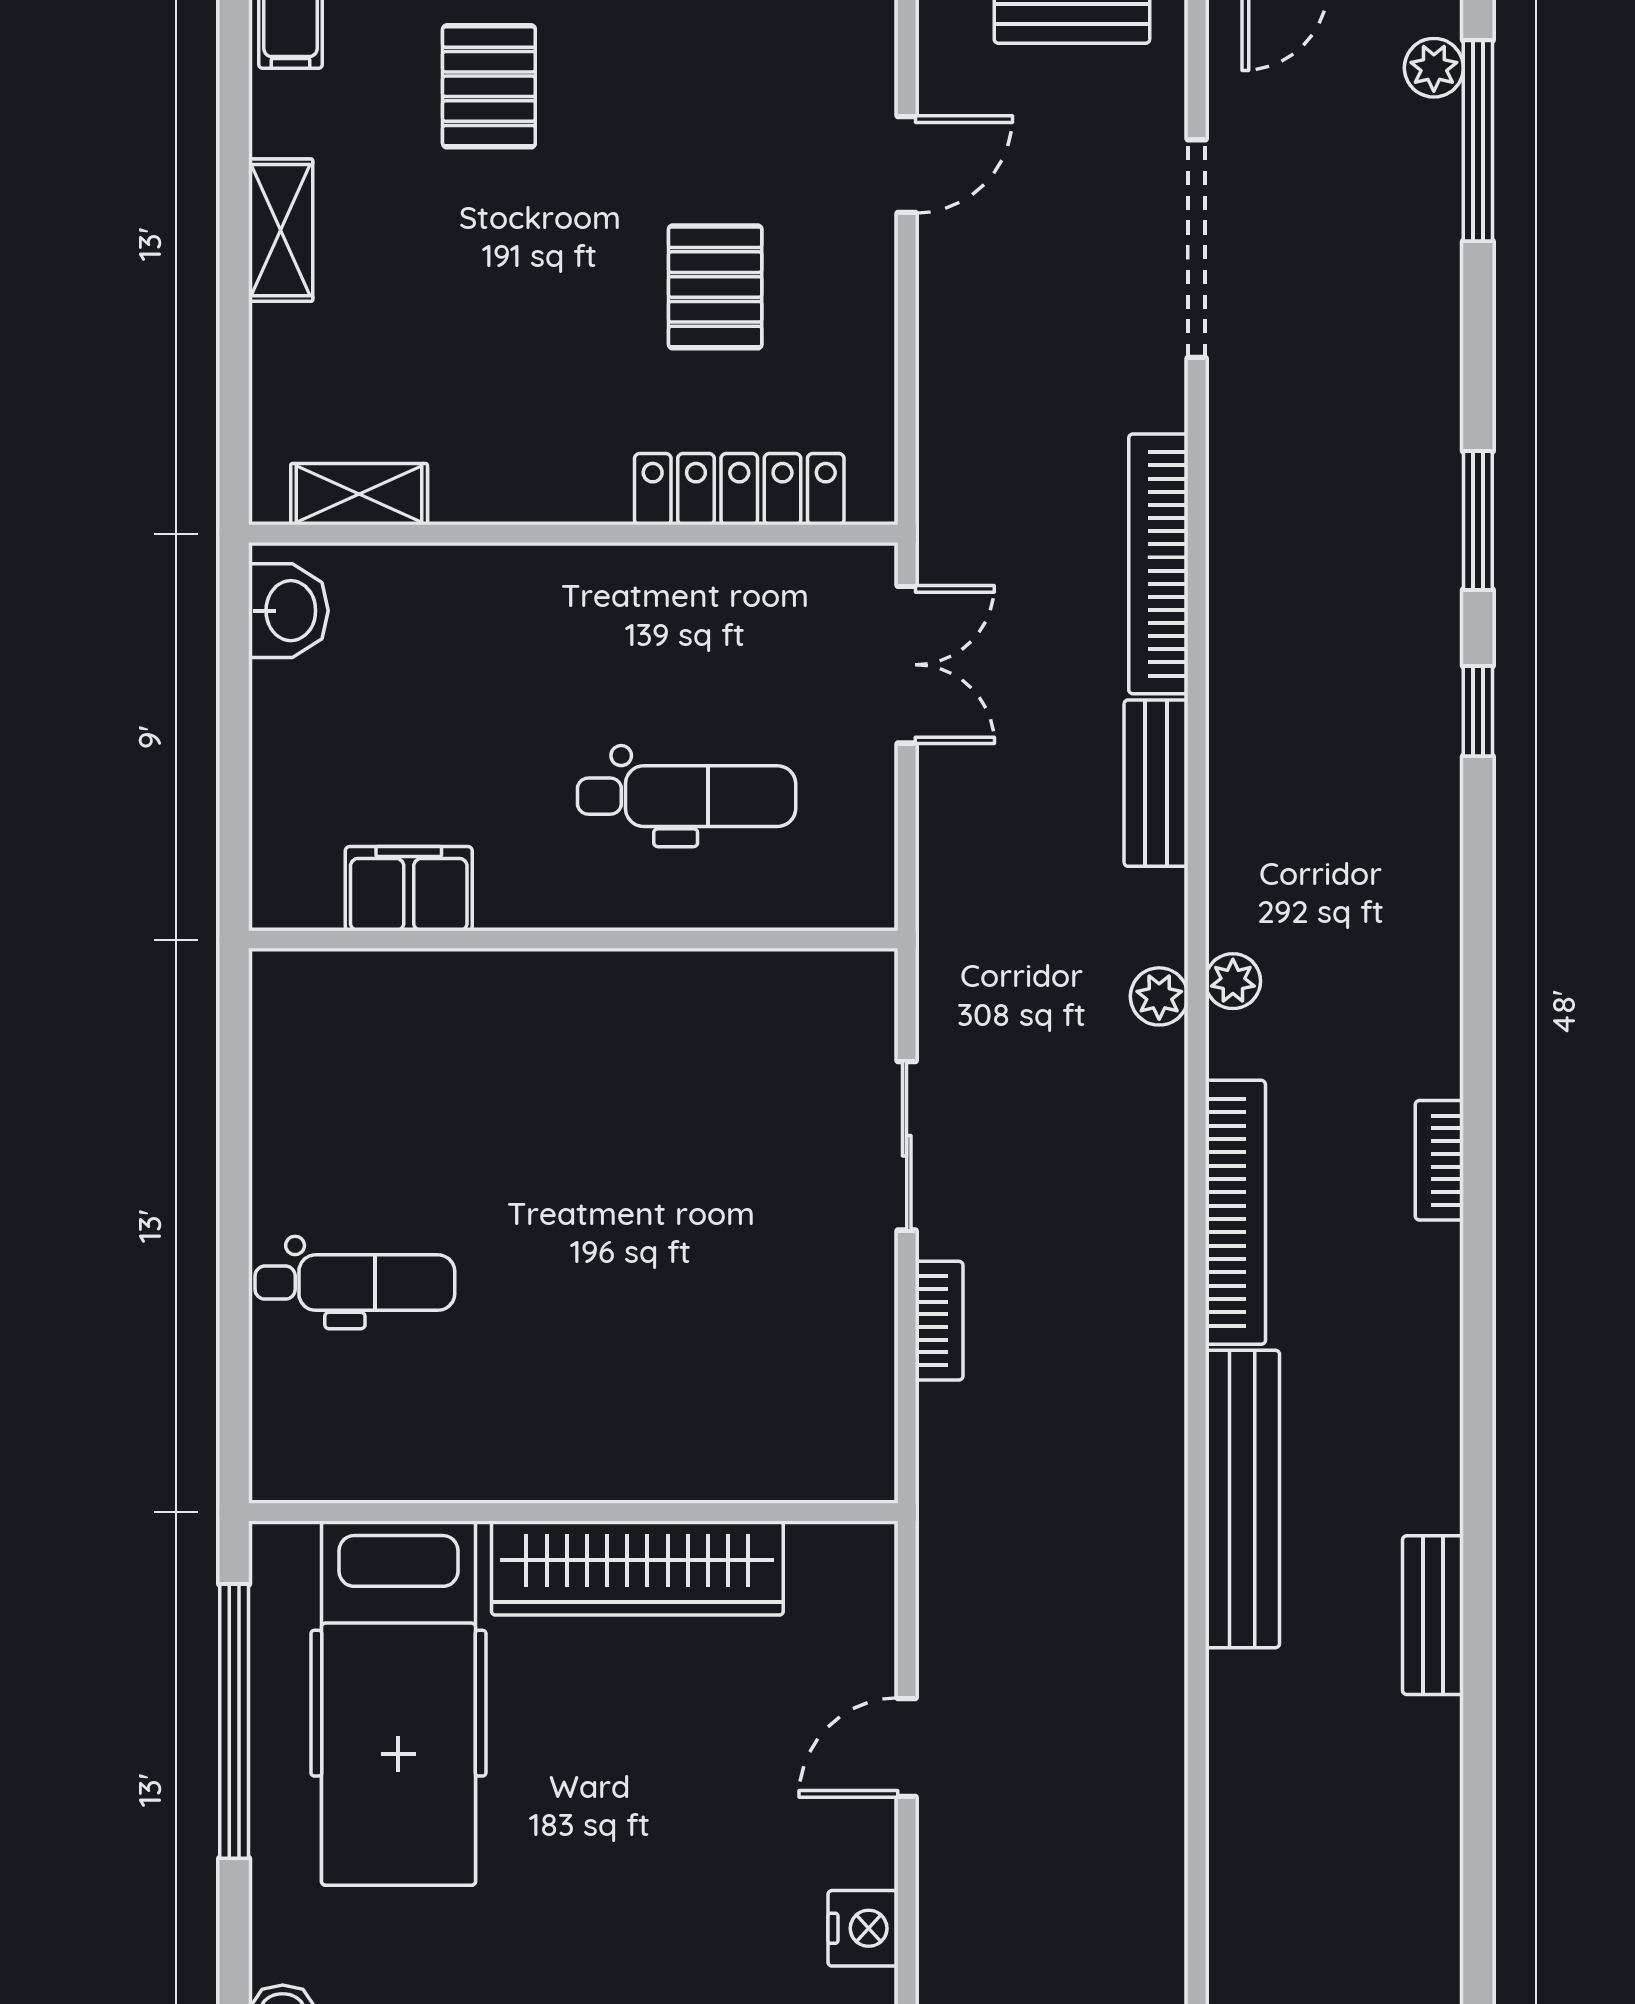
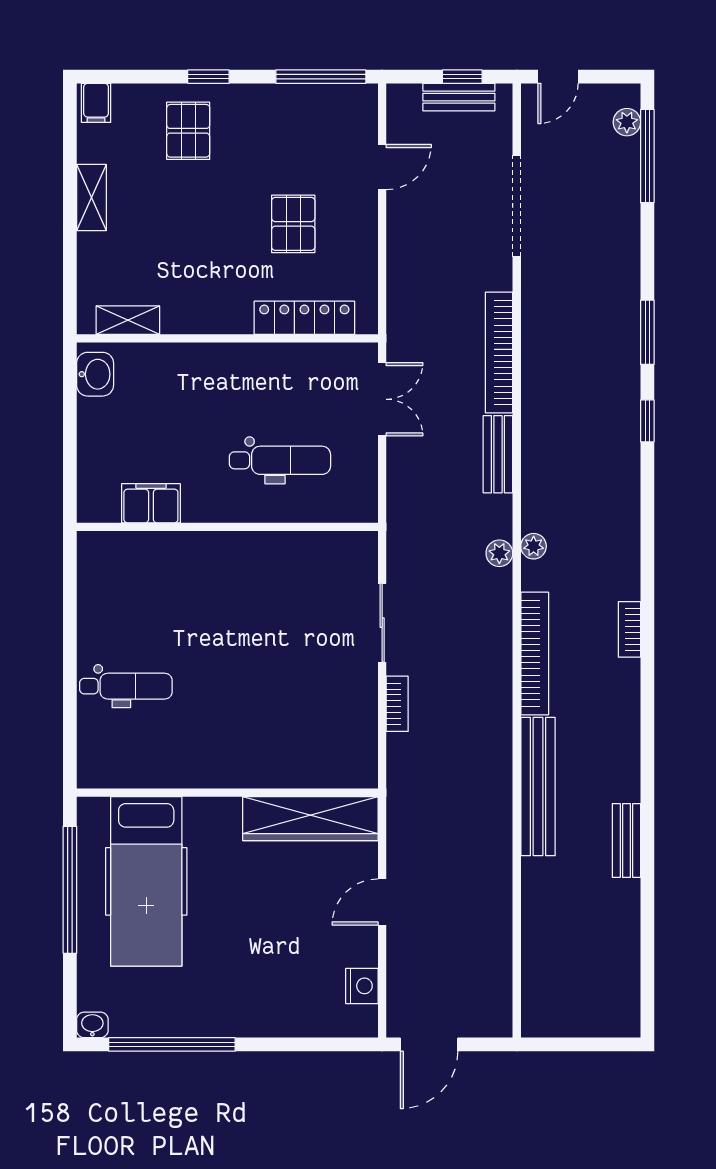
wardrobe: (637, 1568) -> (310, 819), moved

